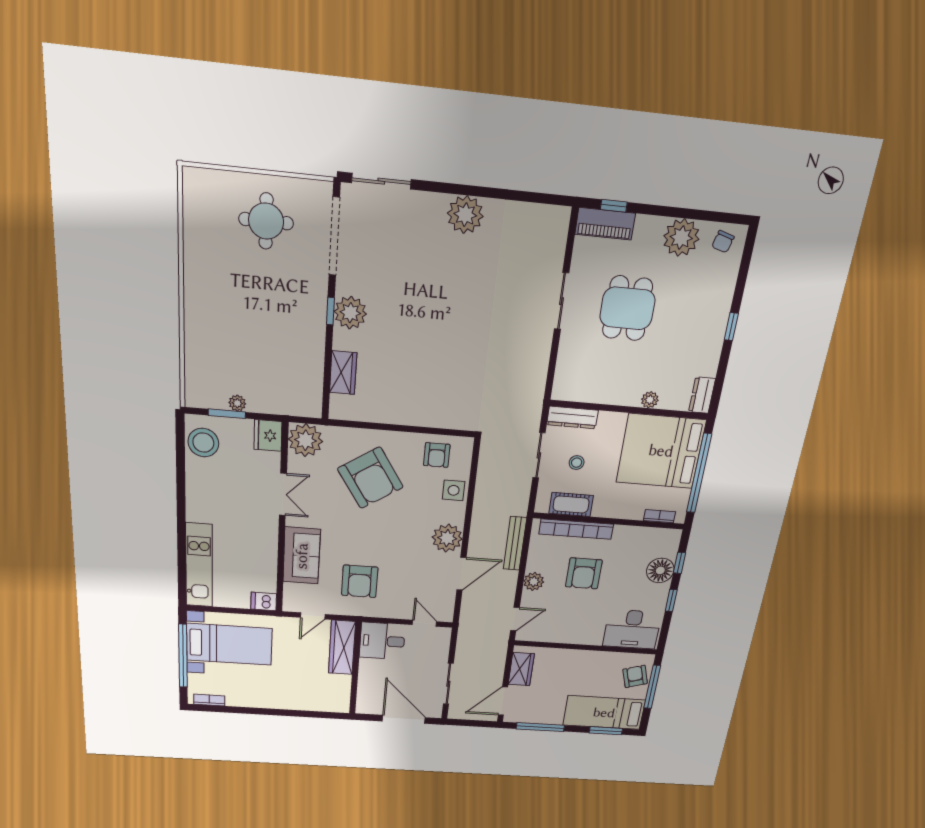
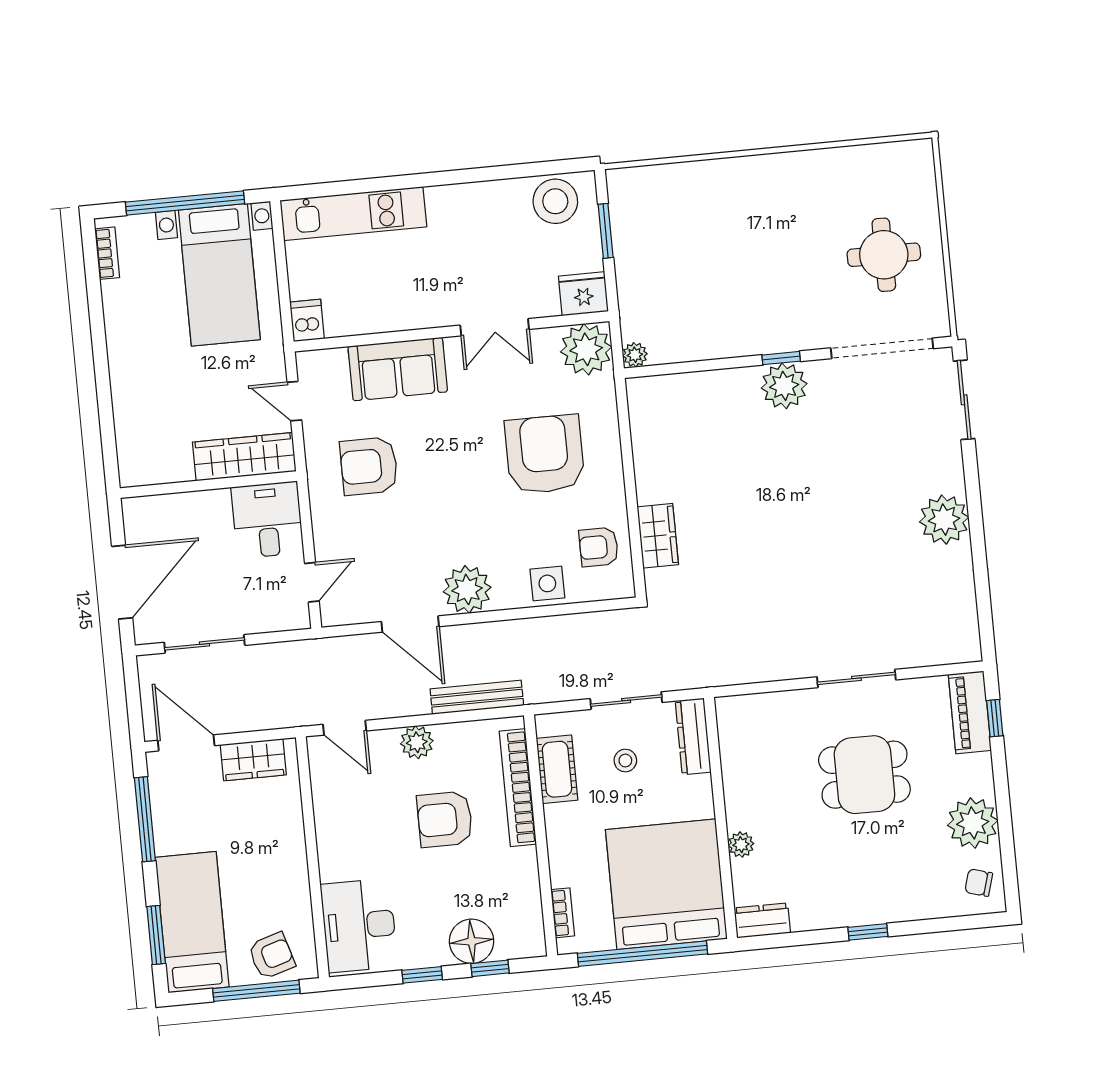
wardrobe: (343, 373) -> (658, 536), moved, turned -90
plant: (237, 403) -> (635, 355), moved
armchair: (370, 478) -> (545, 454), turned 123

